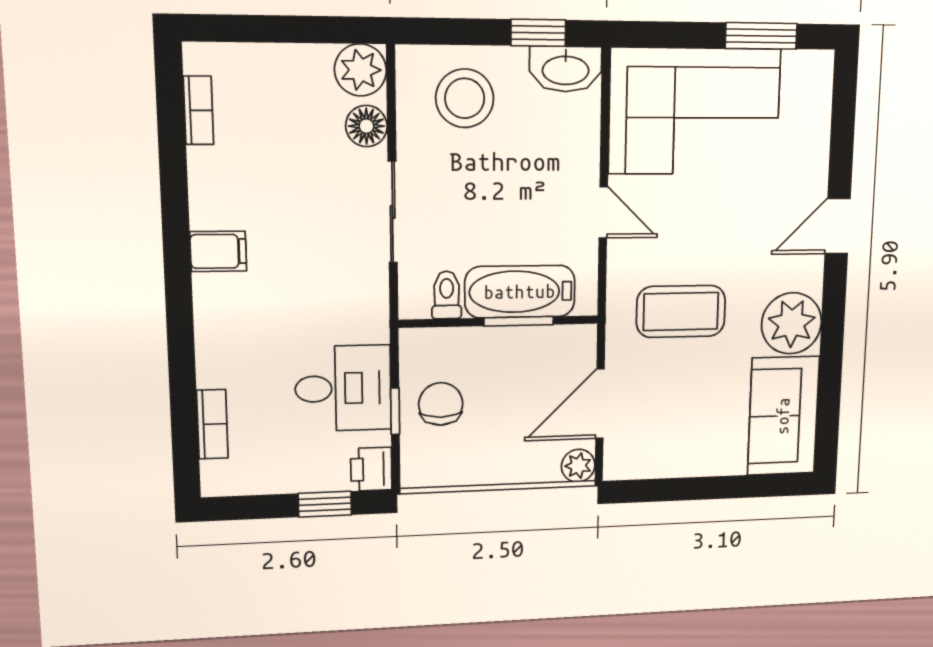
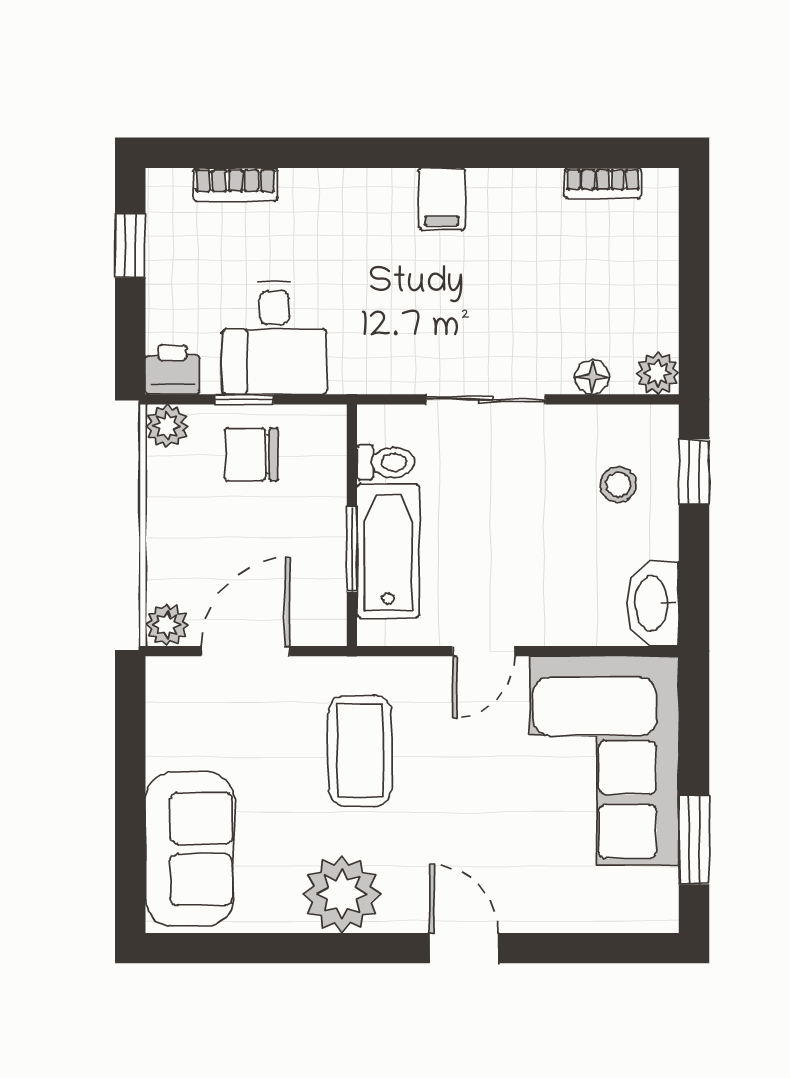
window: (538, 33) -> (694, 472), moved
plant: (360, 70) -> (658, 373), width x0.73, depth x0.73
stool: (465, 98) -> (618, 484), width x0.53, depth x0.53
floor lamp: (366, 126) -> (592, 377), width x0.73, depth x0.73
chair: (441, 404) -> (251, 454), turned 180
door: (600, 404) -> (245, 651), hinge flipped
sofa: (783, 416) -> (190, 849), moved, turned 90
plant: (418, 472) -> (167, 426), added
window: (325, 504) -> (130, 246), moved

